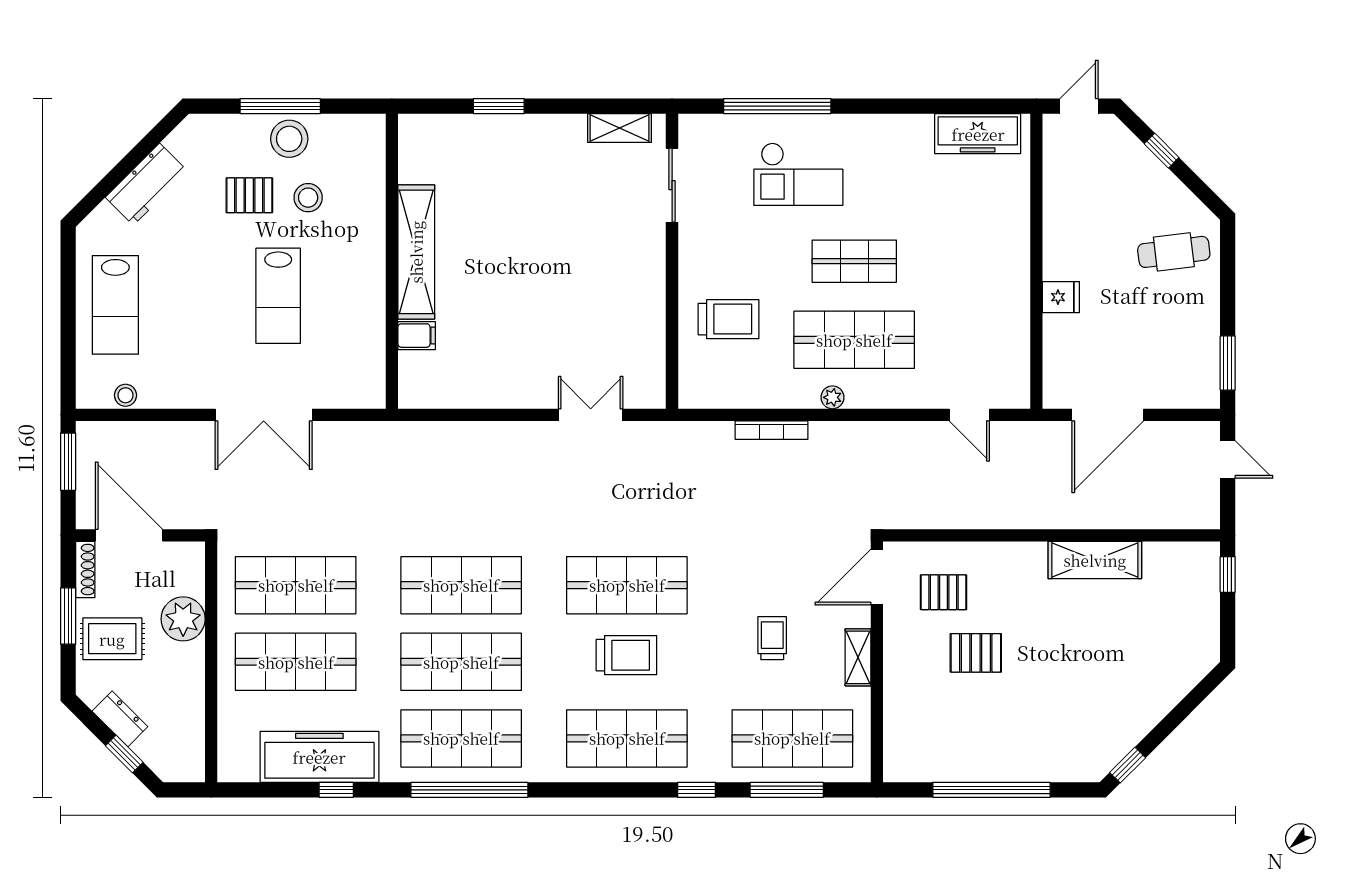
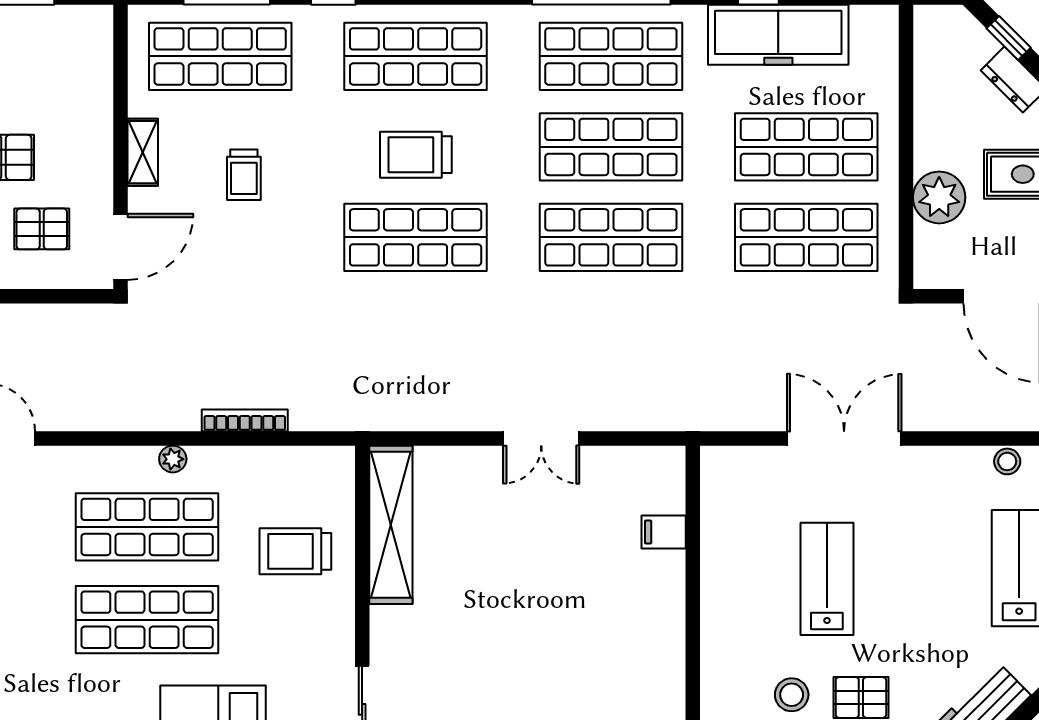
shelving: (416, 252) -> (391, 525), moved
shop shelf: (854, 261) -> (147, 620), width x1.43, depth x1.36
double door: (591, 415) -> (541, 438), moved

